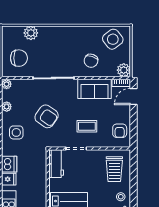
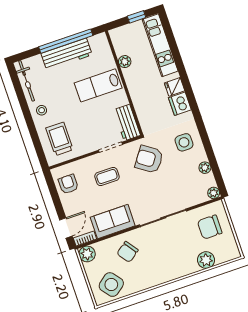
chair: (91, 61) -> (127, 252), turned -144
armchair: (47, 116) -> (149, 159), moved

